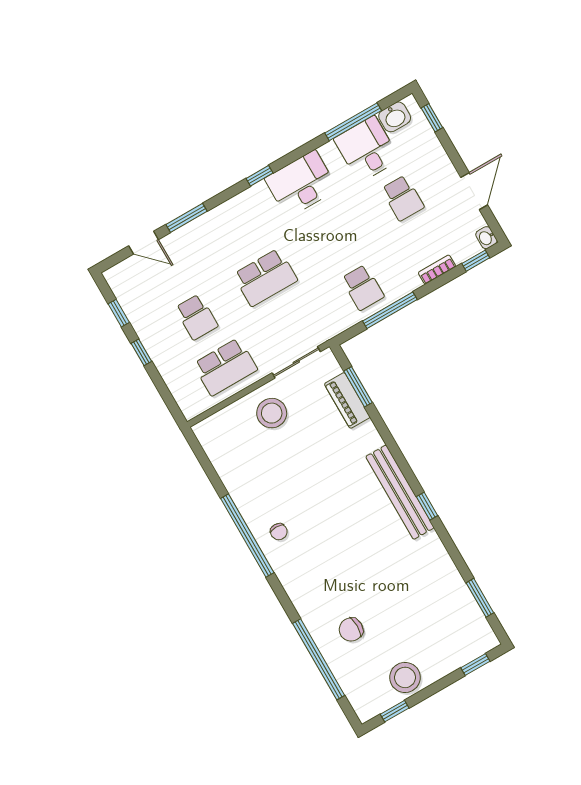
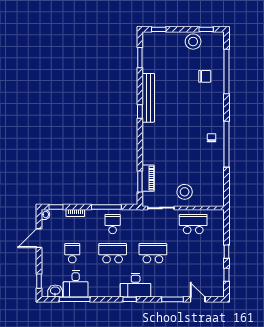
desk: (301, 184) -> (136, 285), moved
school desk: (197, 317) -> (113, 253), moved, width x1.85
bench: (400, 492) -> (148, 98), moved

